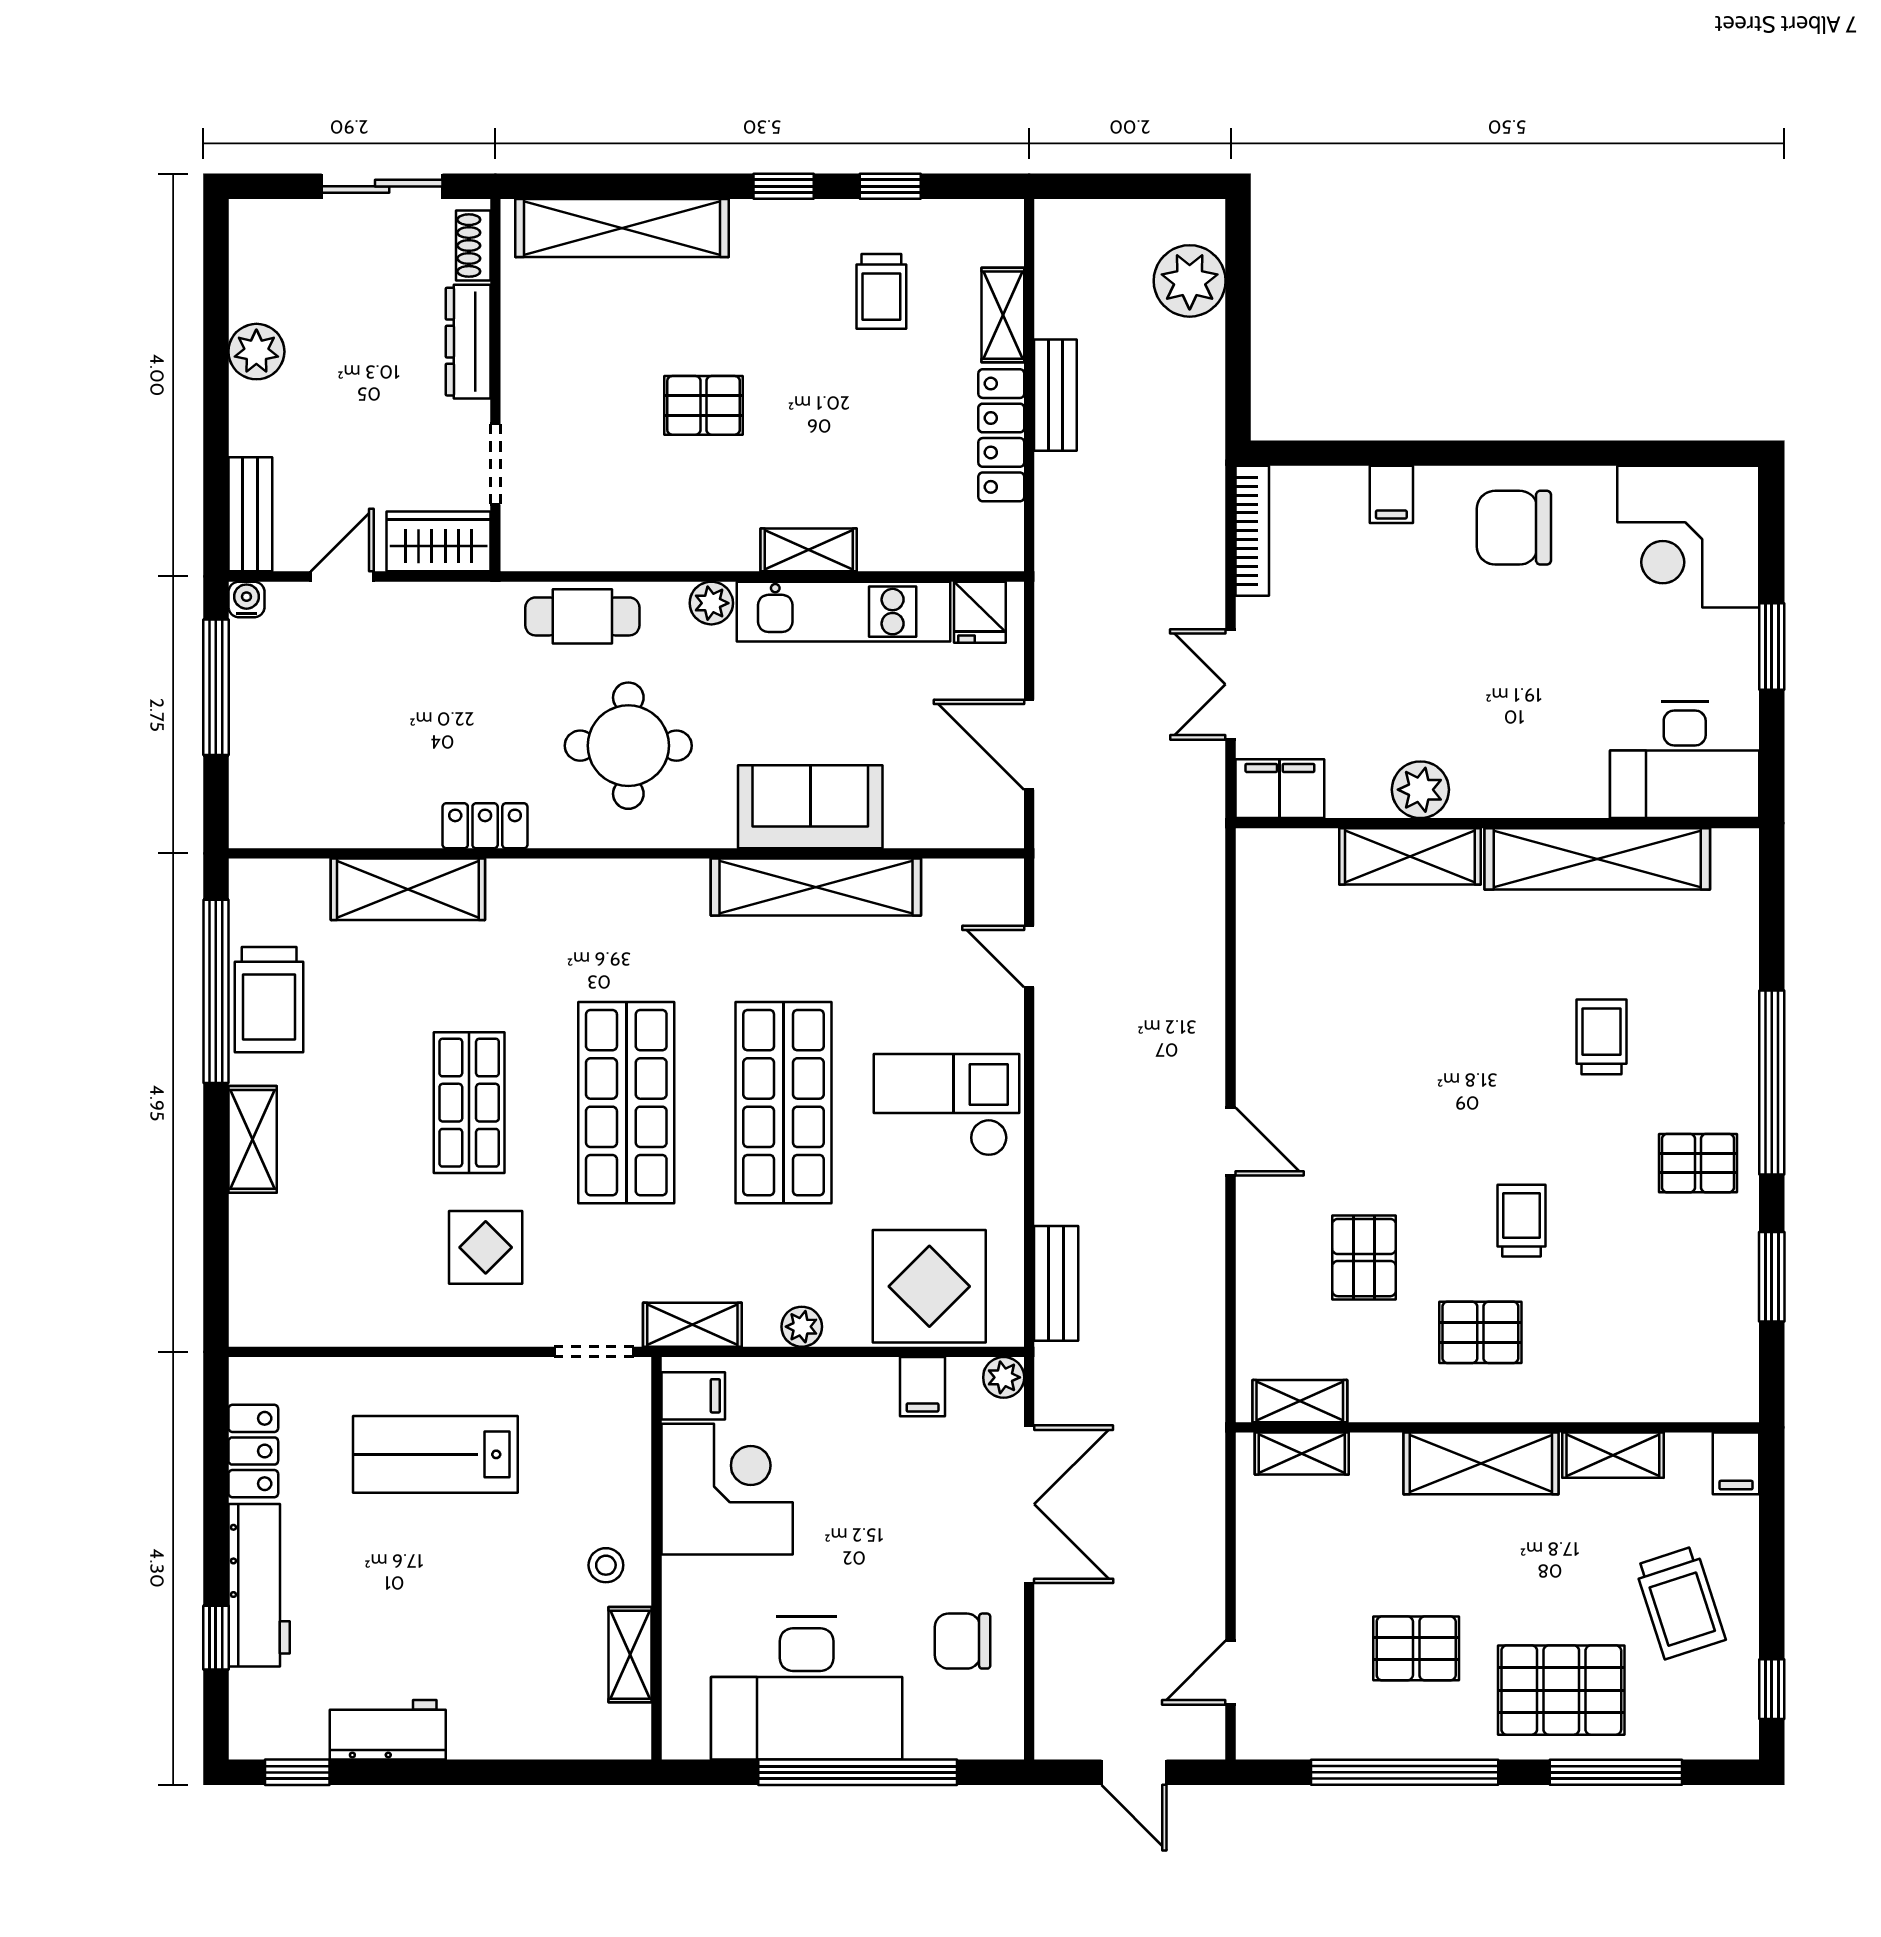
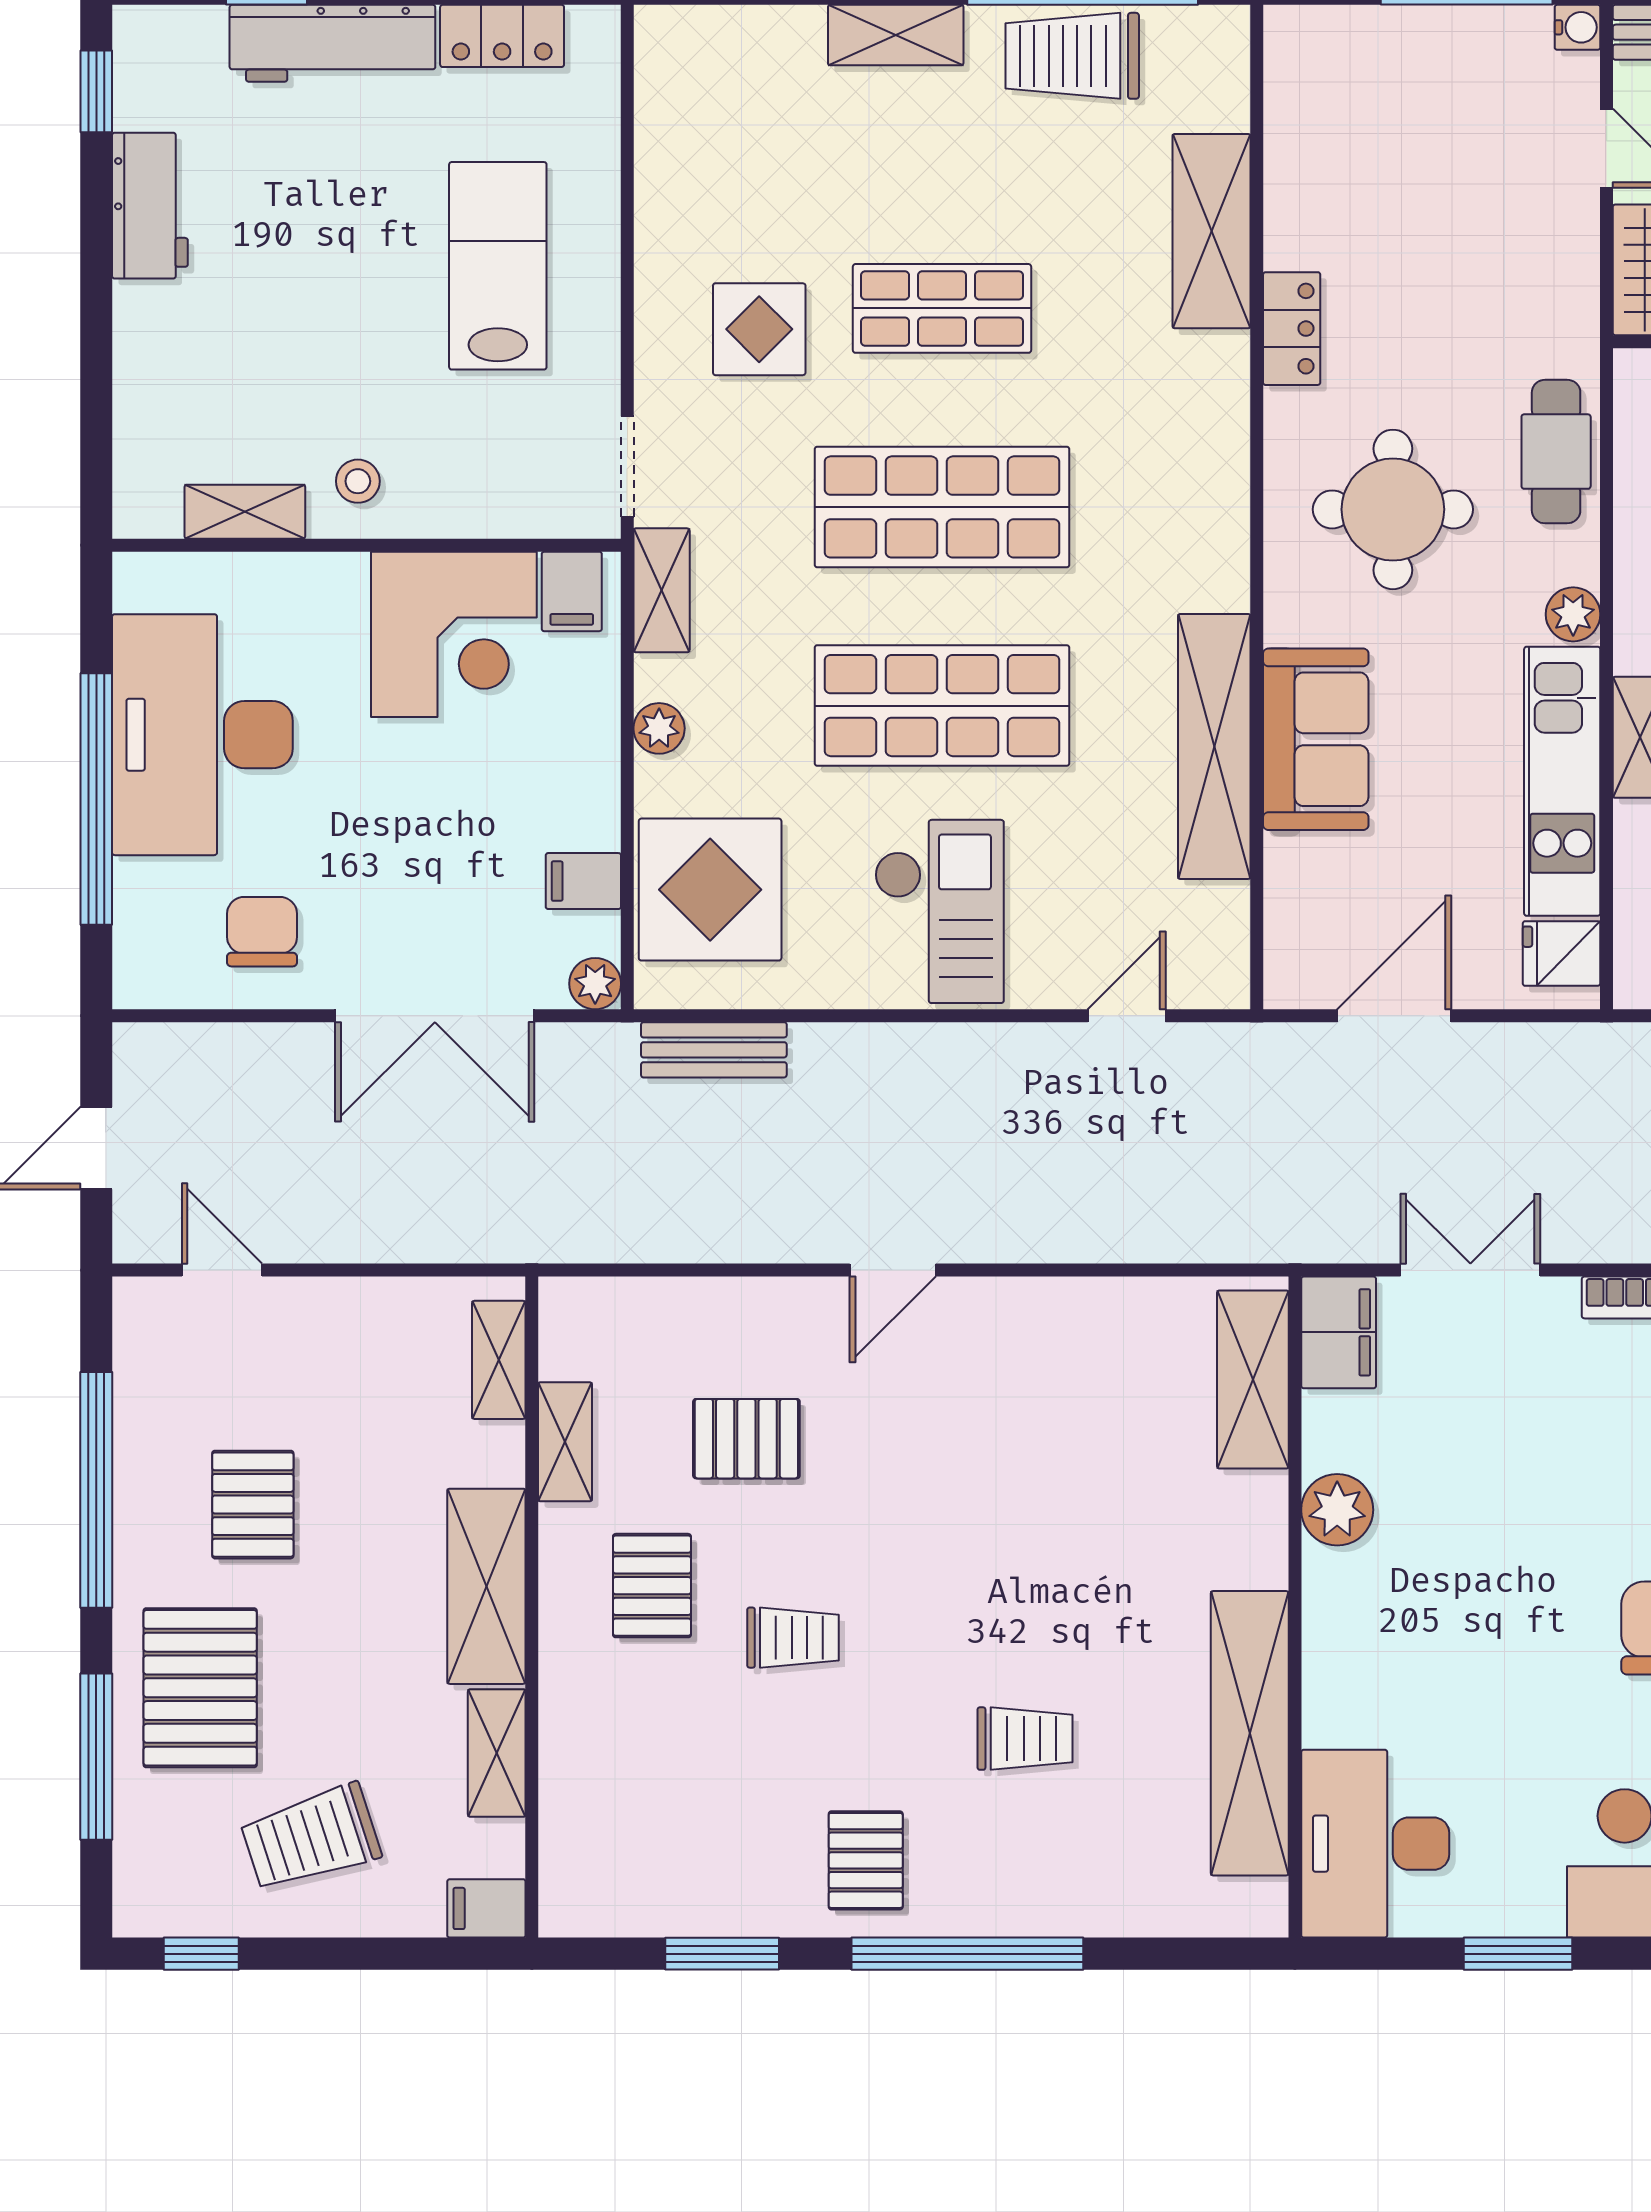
shelving: (1410, 856) -> (1253, 1380), moved
shelving: (1300, 1401) -> (565, 1442), moved

